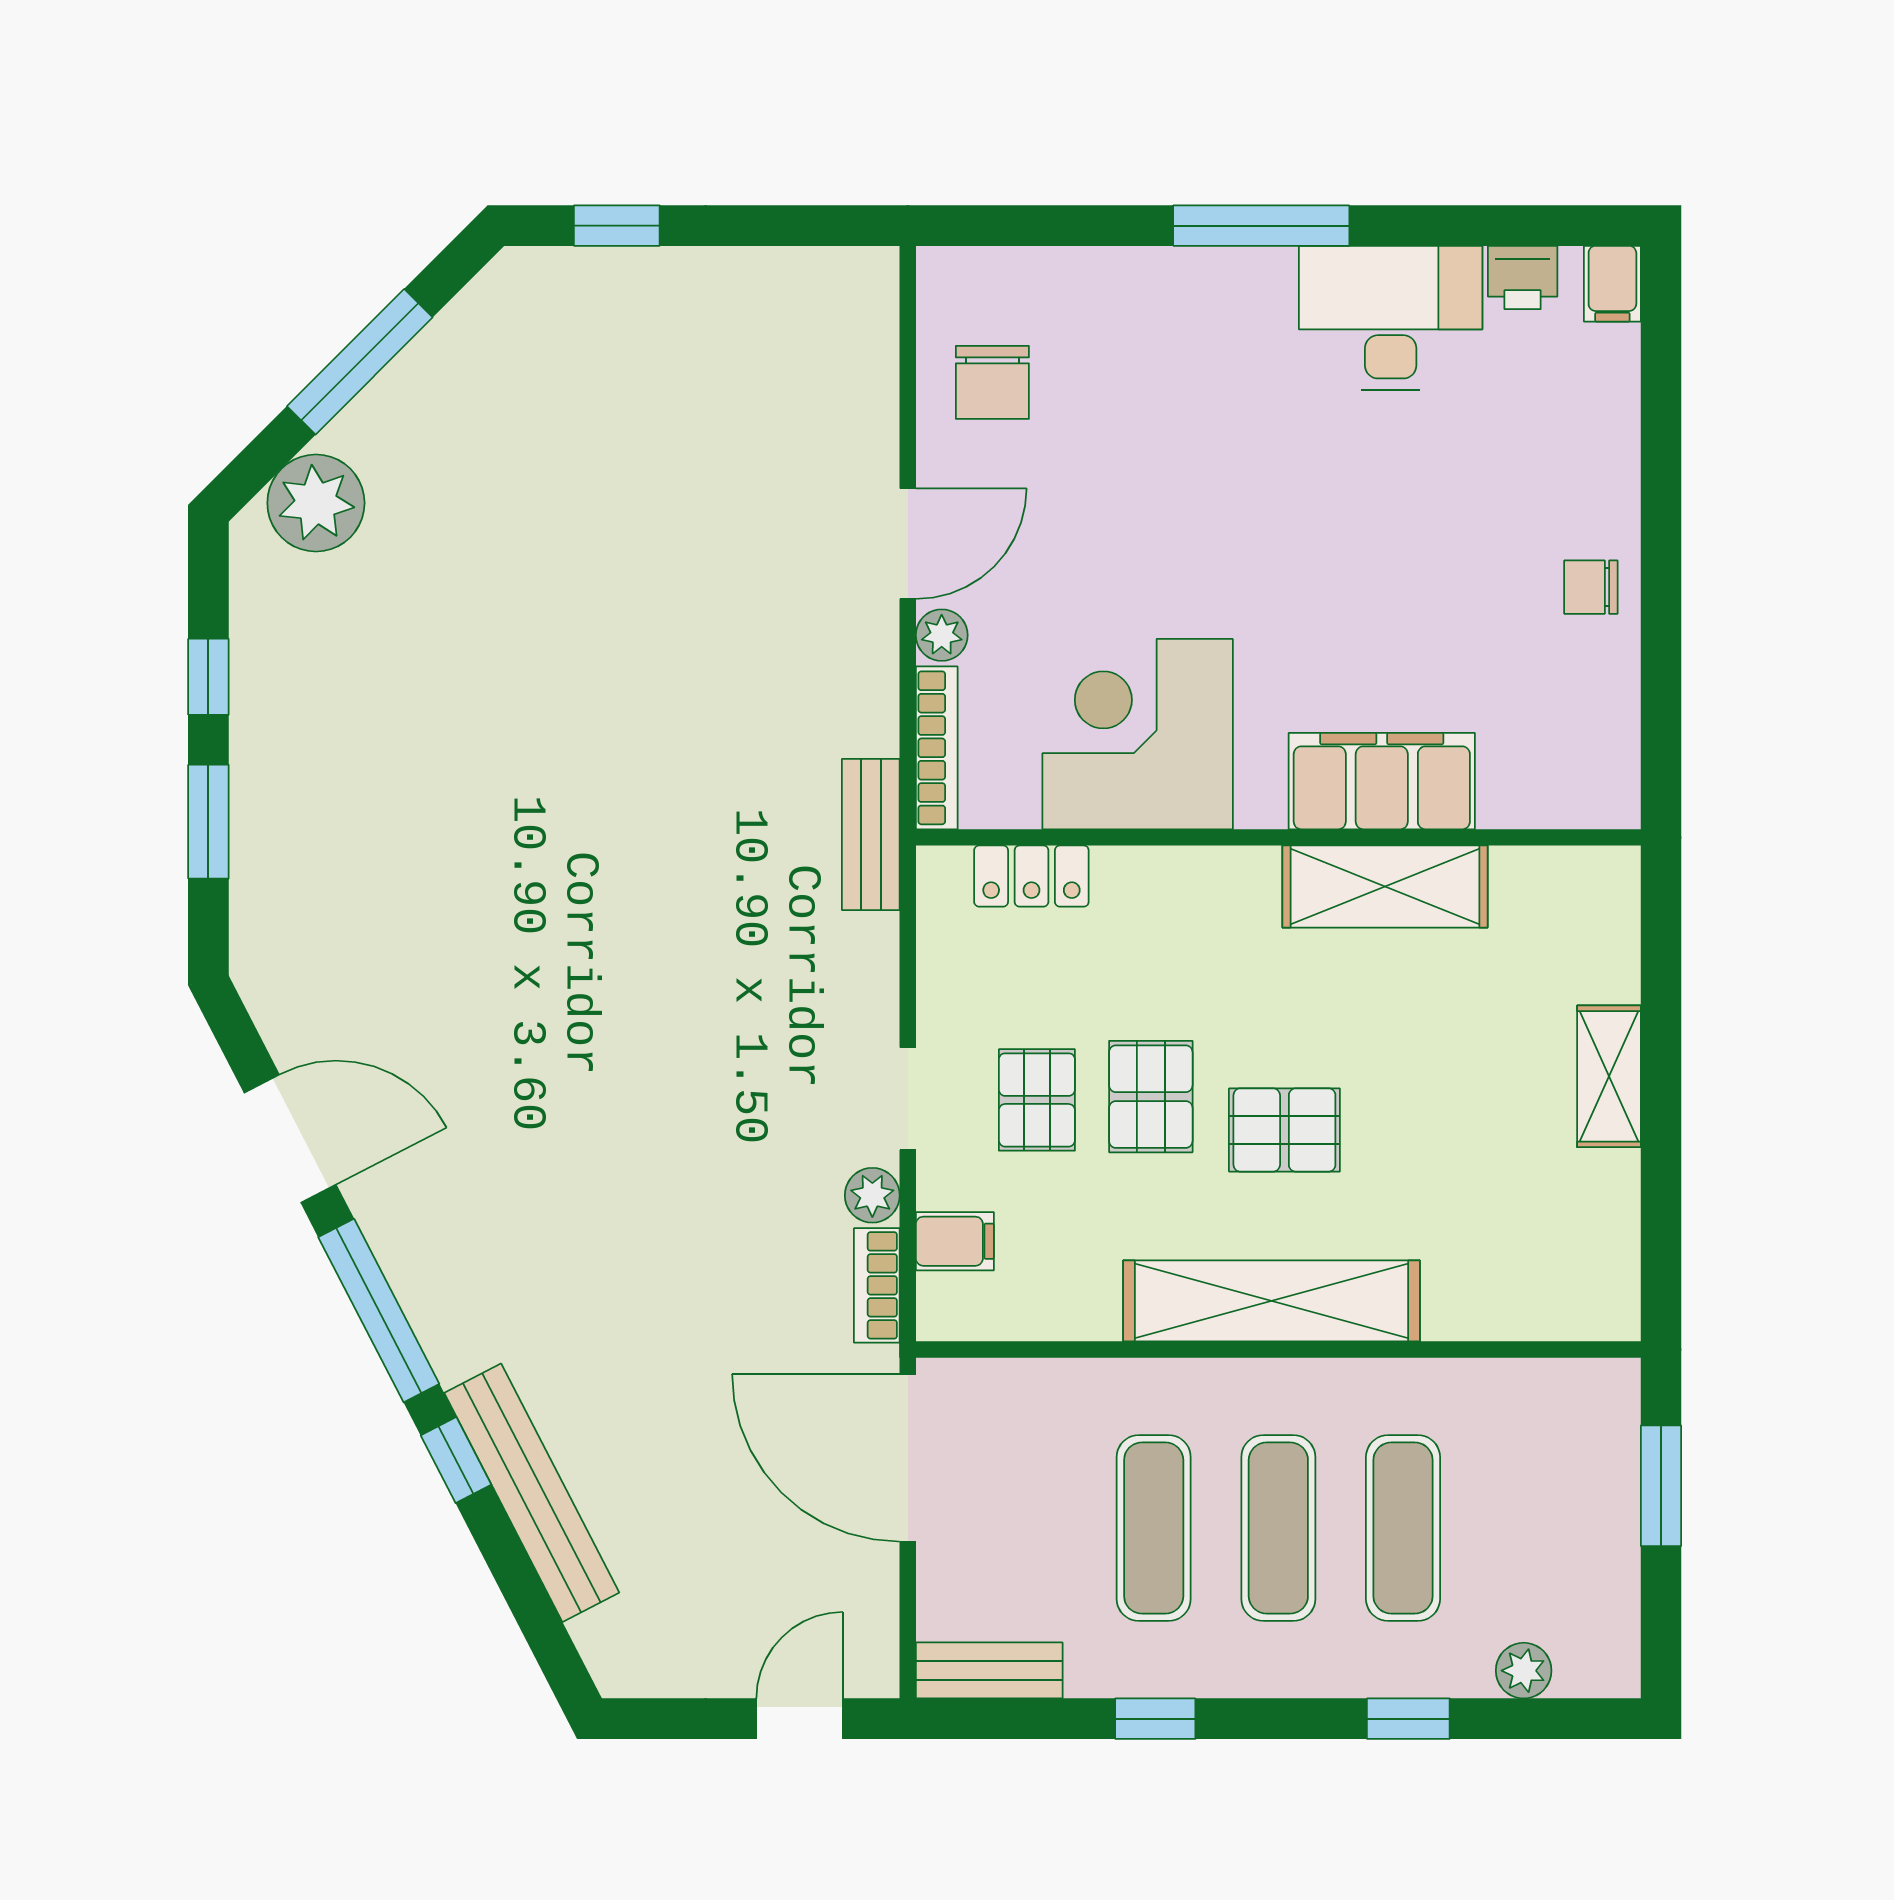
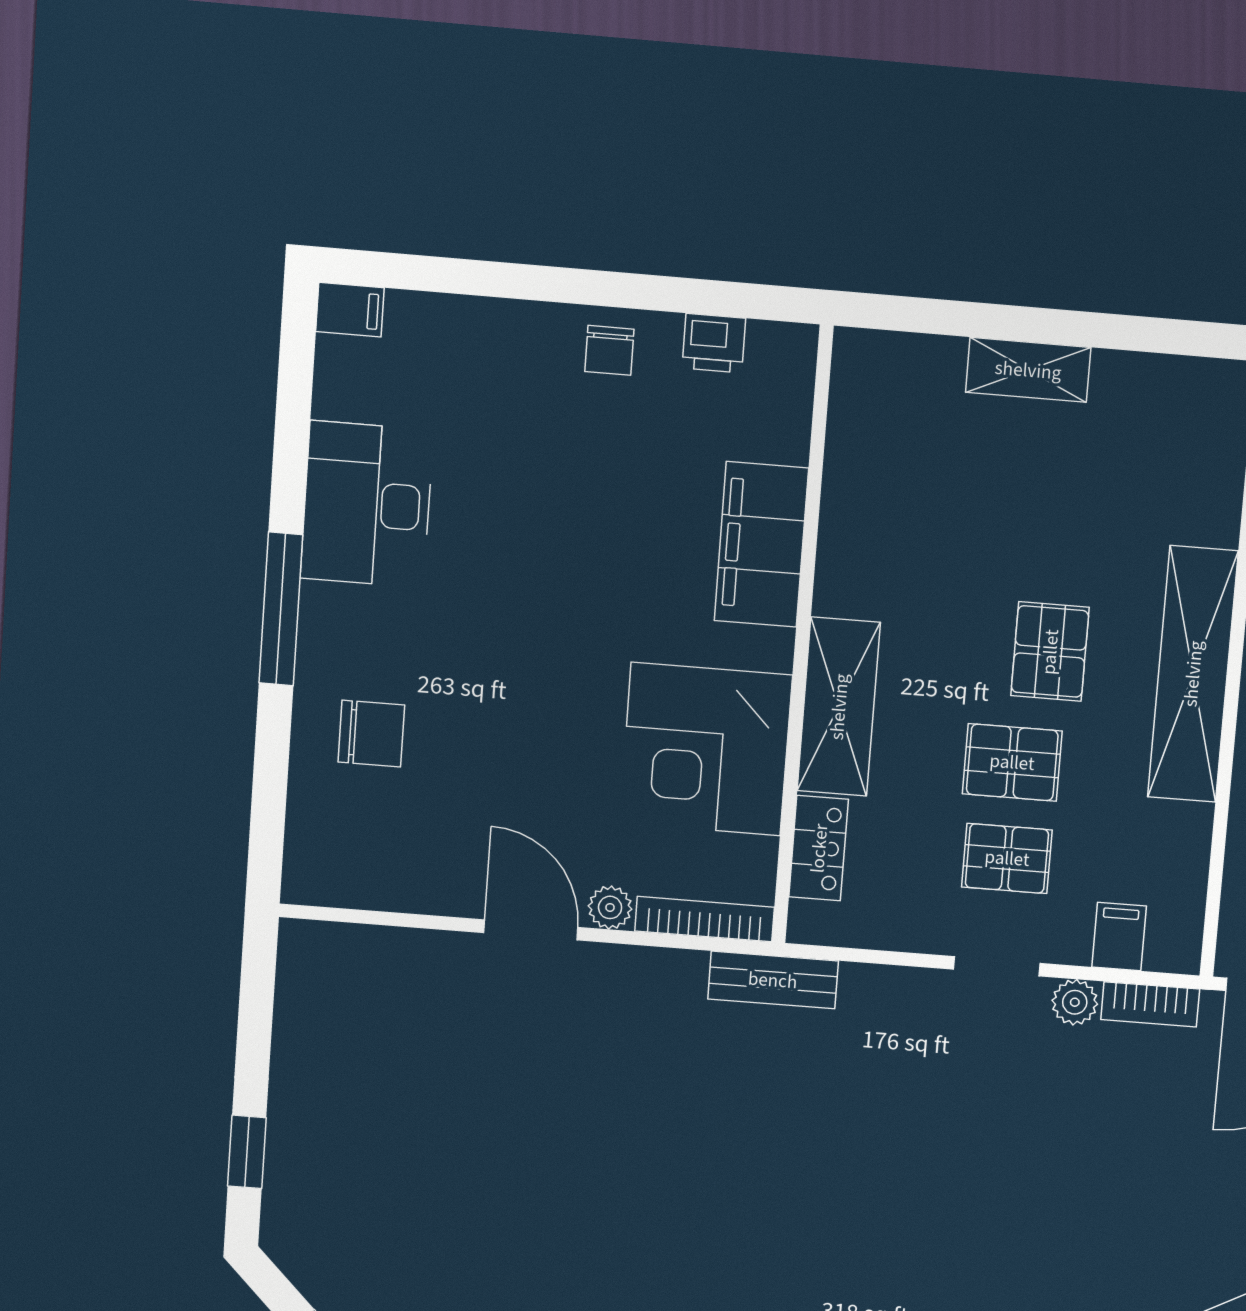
printer: (1523, 278) -> (714, 343), moved, turned 90
chair: (992, 382) -> (371, 734), moved
shelving: (1385, 887) -> (839, 707), moved

